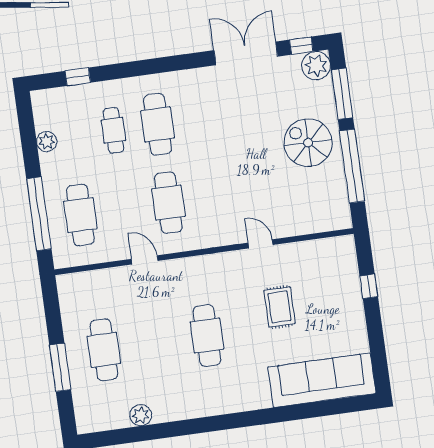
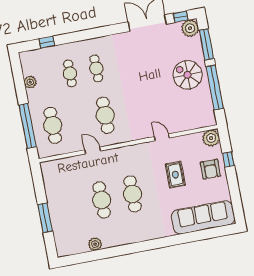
cafe table: (157, 124) -> (96, 68), width x0.73, depth x0.74
plant: (342, 249) -> (211, 138), added
armchair: (338, 301) -> (210, 169), added
cafe table: (104, 350) -> (102, 200), moved

